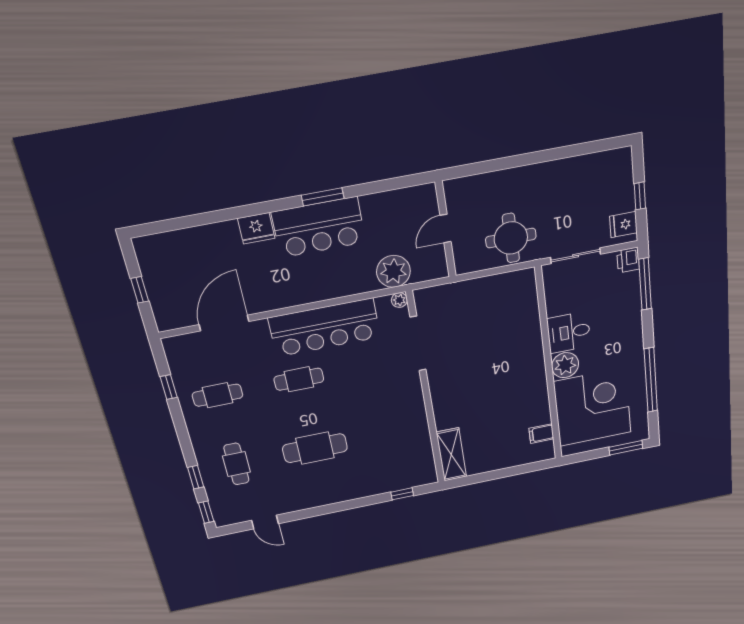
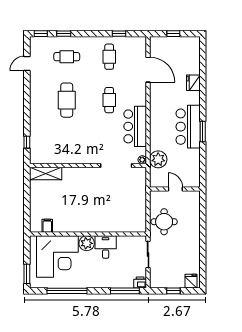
fridge: (623, 224) -> (191, 281), moved
fridge: (256, 228) -> (193, 83), moved
bar counter: (325, 327) -> (135, 126), width x0.73

